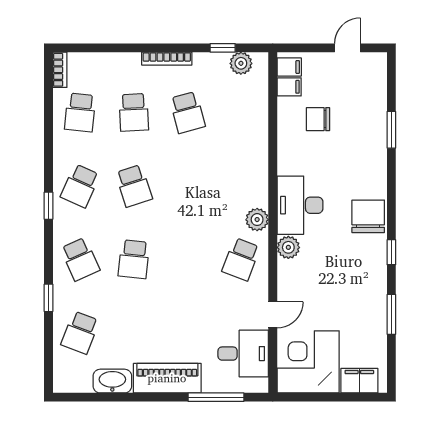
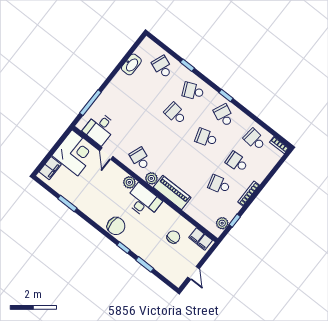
window: (391, 252) -> (123, 248), moved
piano: (167, 378) -> (172, 192), moved, turned -90

